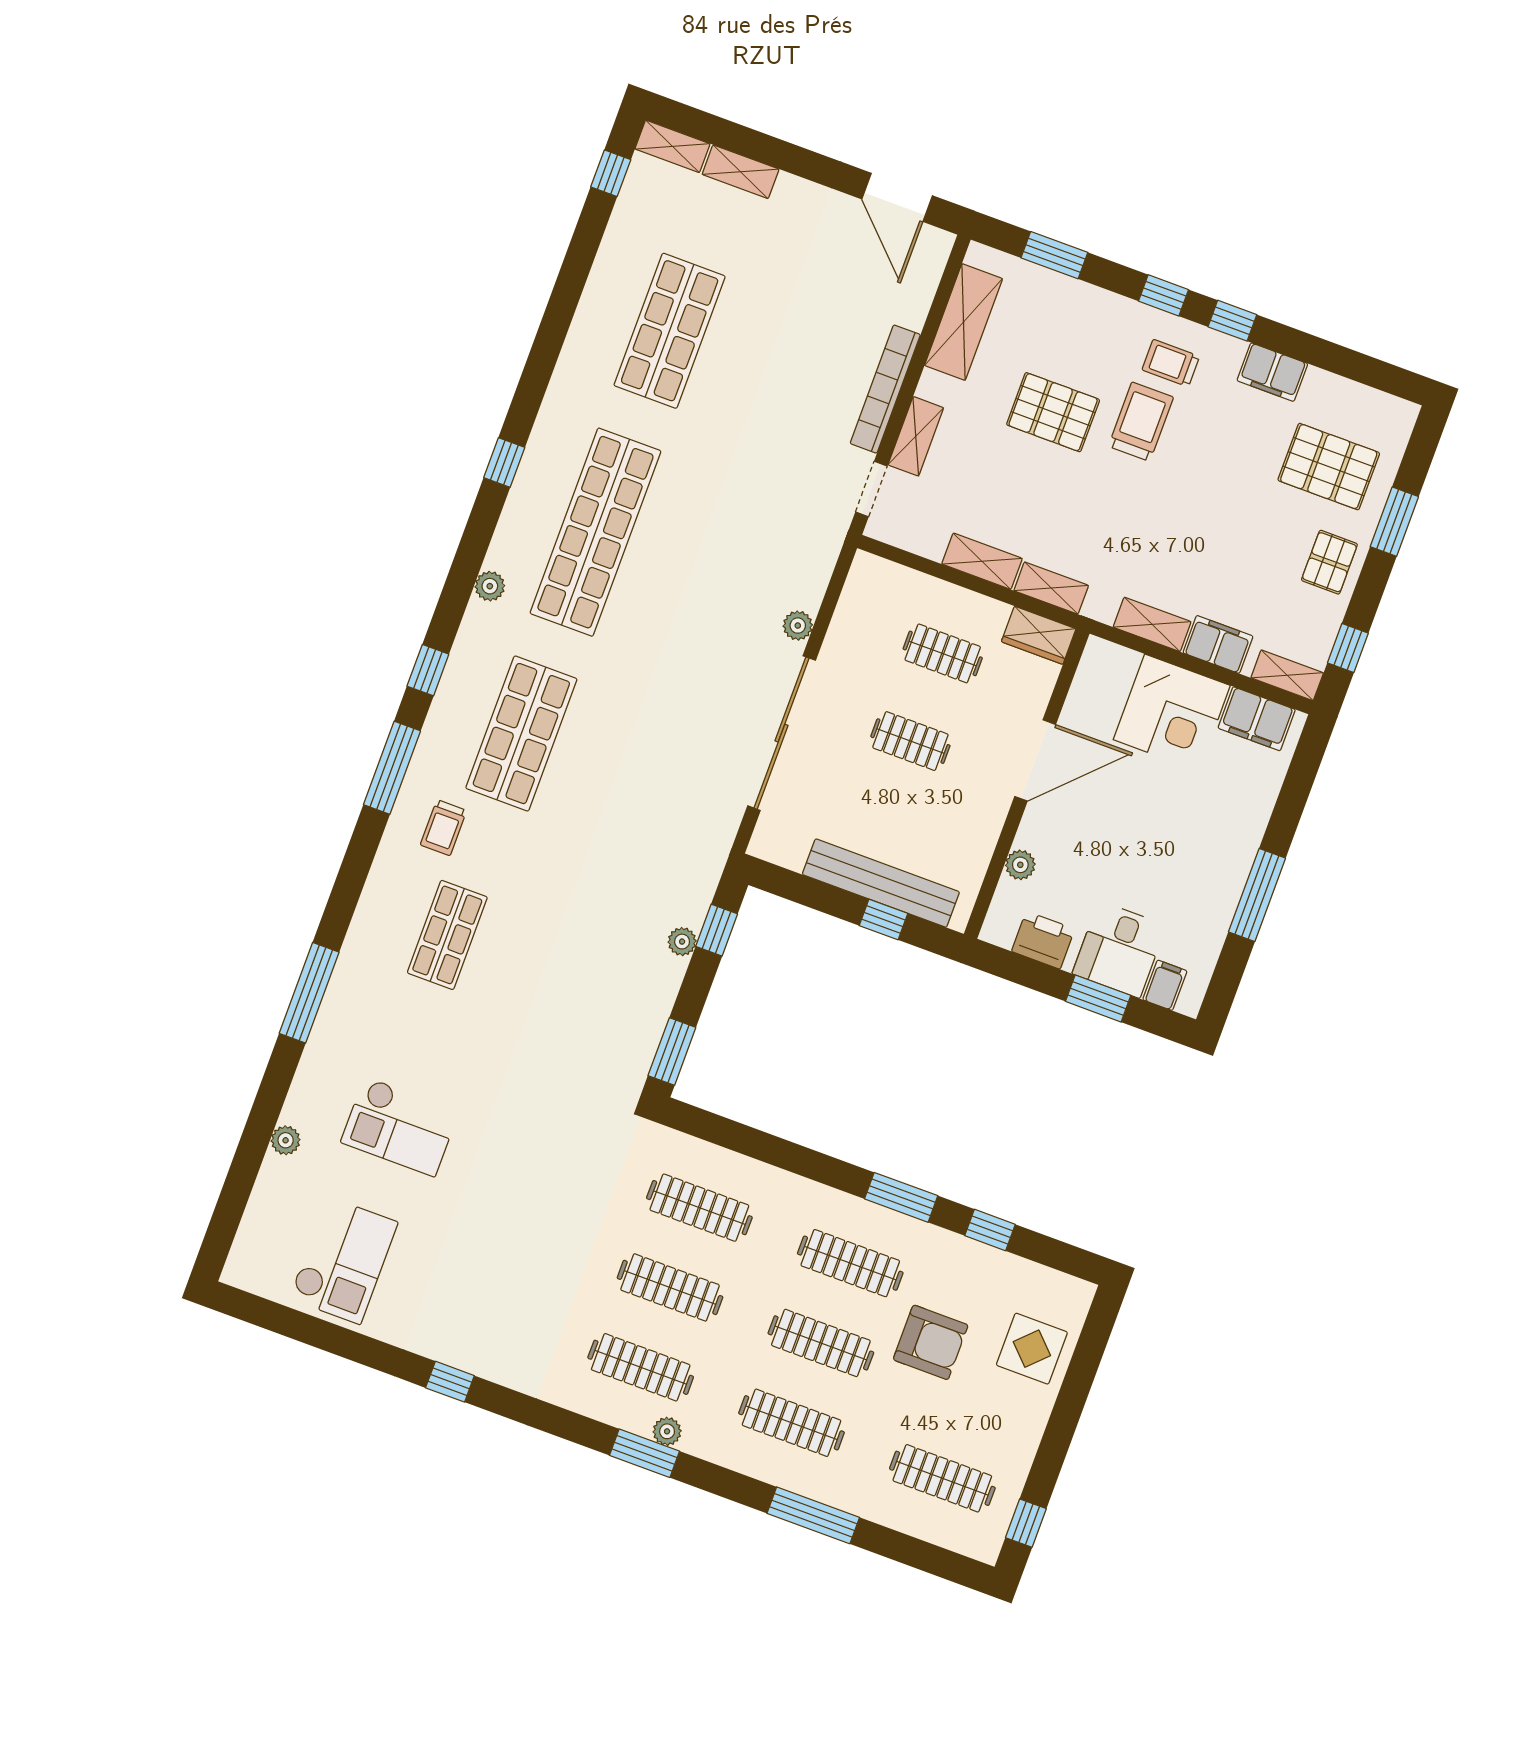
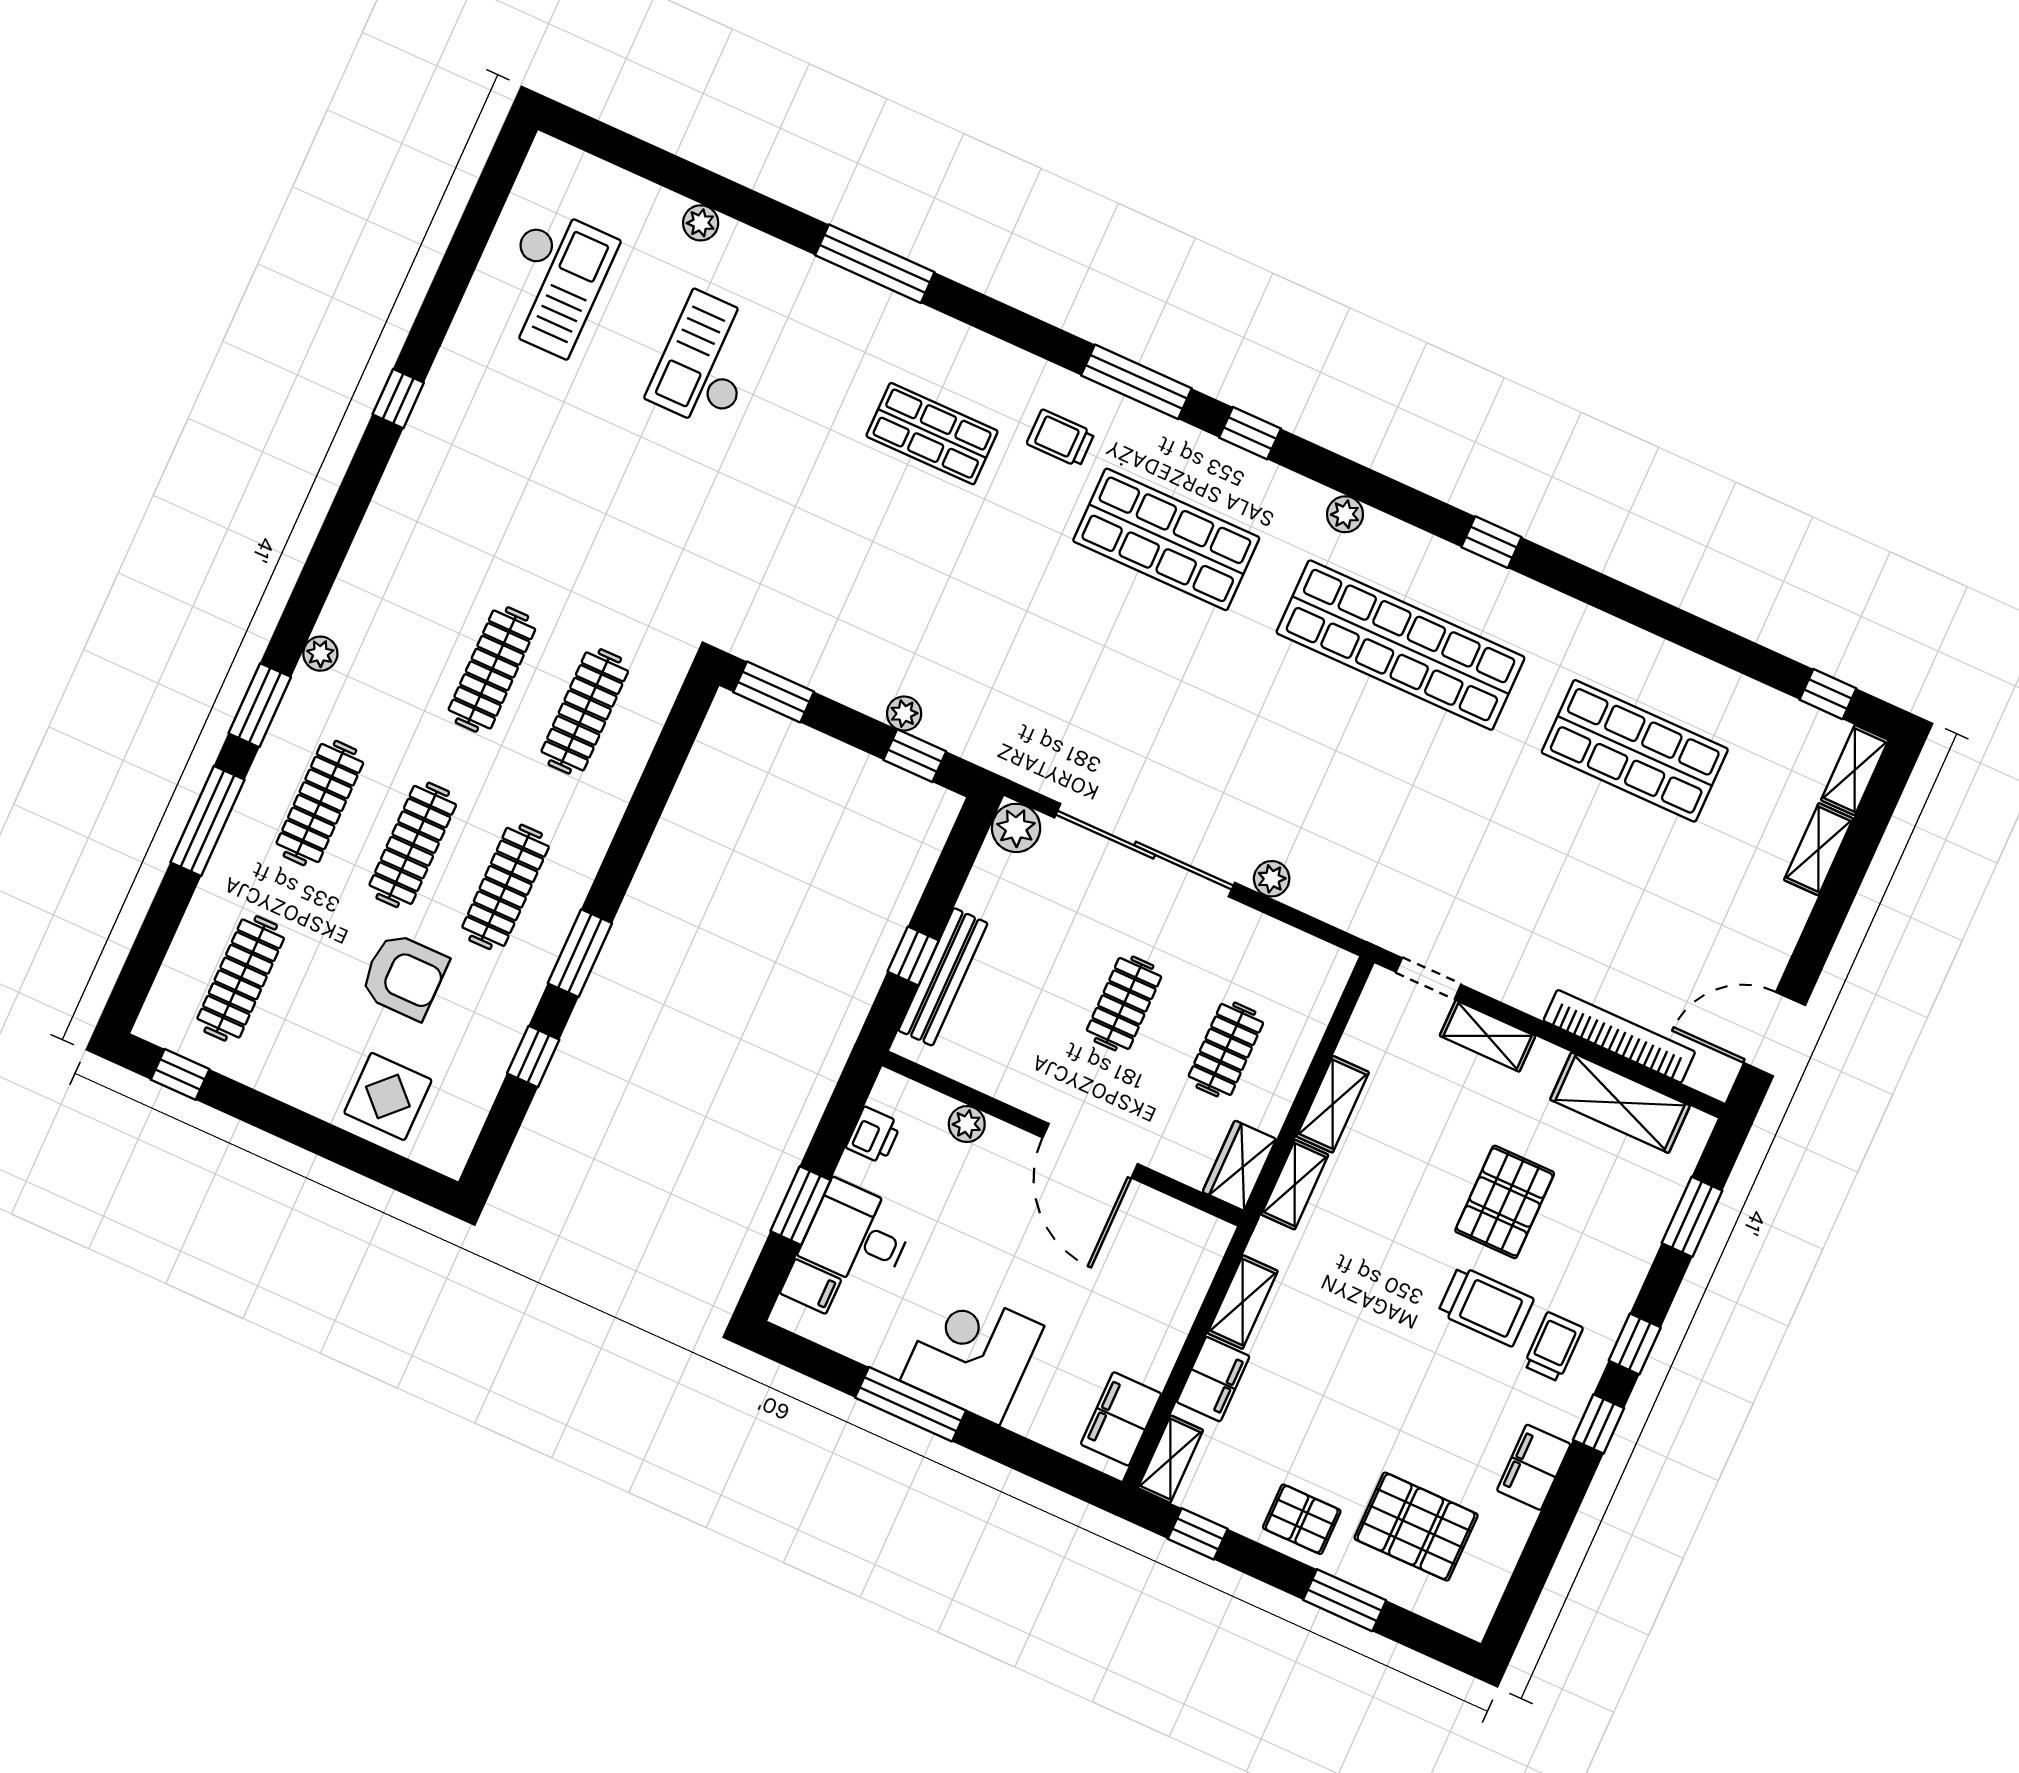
bookcase: (885, 389) -> (1619, 1036), moved
pallet: (1329, 467) -> (1416, 1527), turned 90
corner desk: (1172, 713) -> (972, 1353), moved, turned 90
plant: (771, 841) -> (1016, 828), added
bench: (881, 883) -> (943, 977), width x0.73, depth x0.82
printer: (1043, 940) -> (874, 1135), width x0.73, depth x0.81
checkout: (343, 1260) -> (552, 282), turned -90
armchair: (931, 1342) -> (404, 976), turned -90
clothes rail: (641, 1367) -> (399, 628), removed
window: (644, 1453) -> (260, 705), moved

